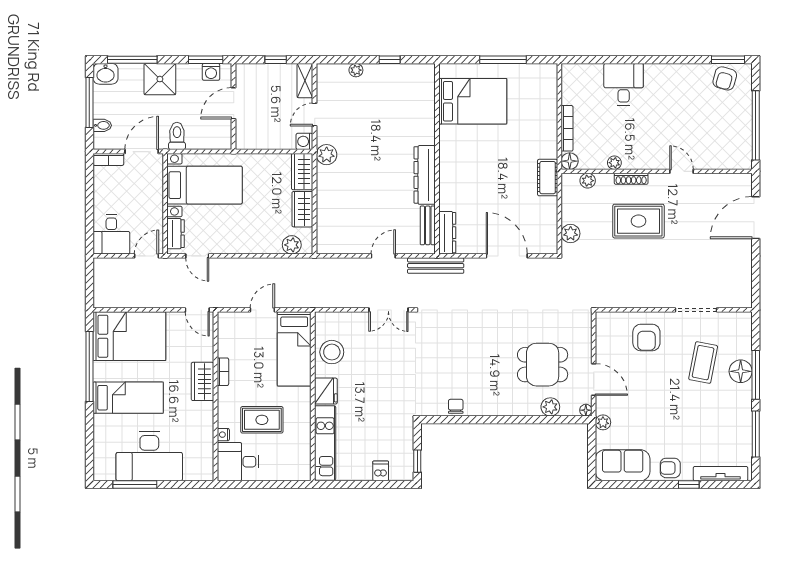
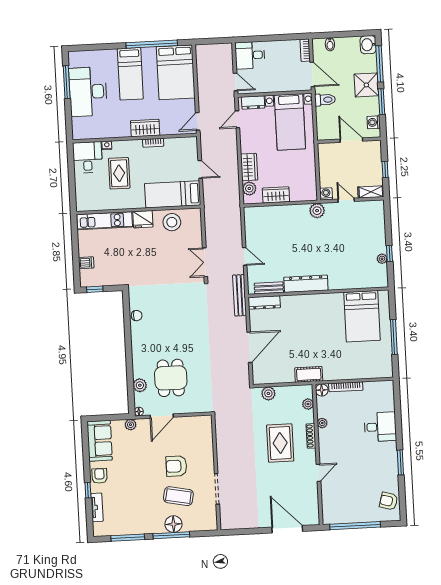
window: (206, 60) -> (382, 102), moved
window: (728, 60) -> (400, 462), moved
plant: (356, 70) -> (382, 259), moved
window: (89, 102) -> (346, 34), removed
wardrobe: (302, 172) -> (249, 167), moved, turned 90
armchair: (646, 337) -> (176, 466), moved
tv unit: (720, 474) -> (97, 507), width x0.71

